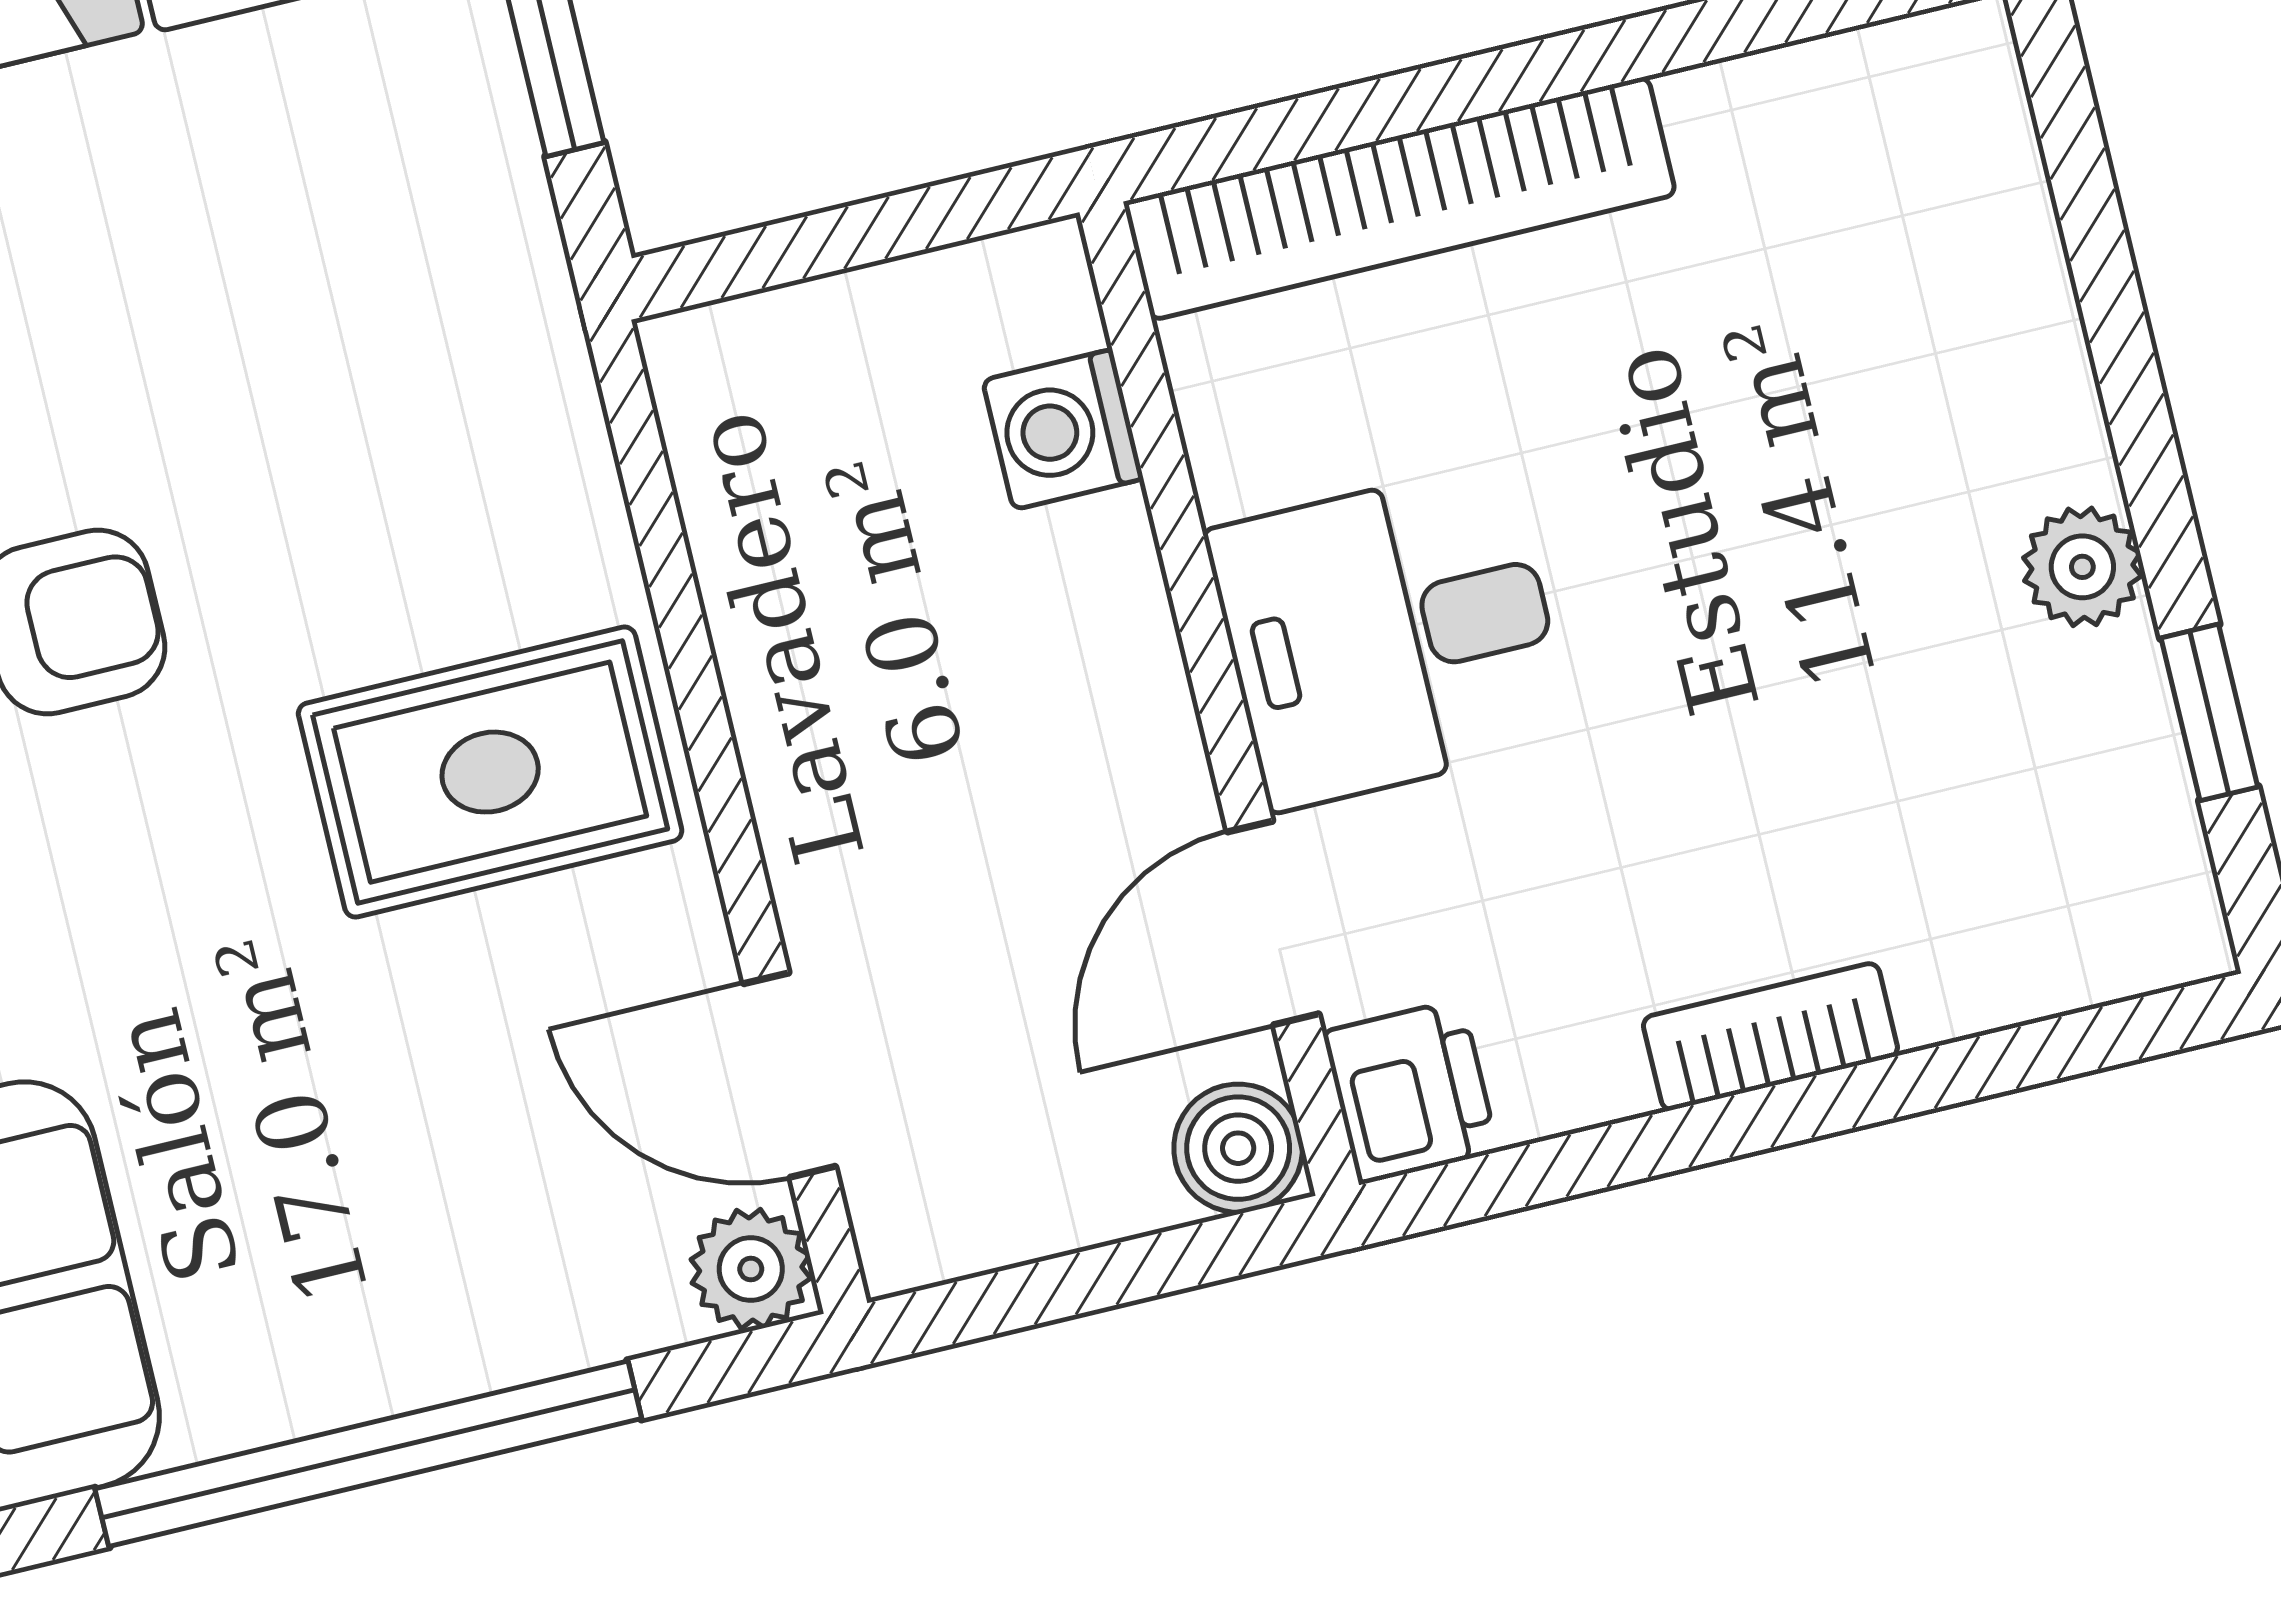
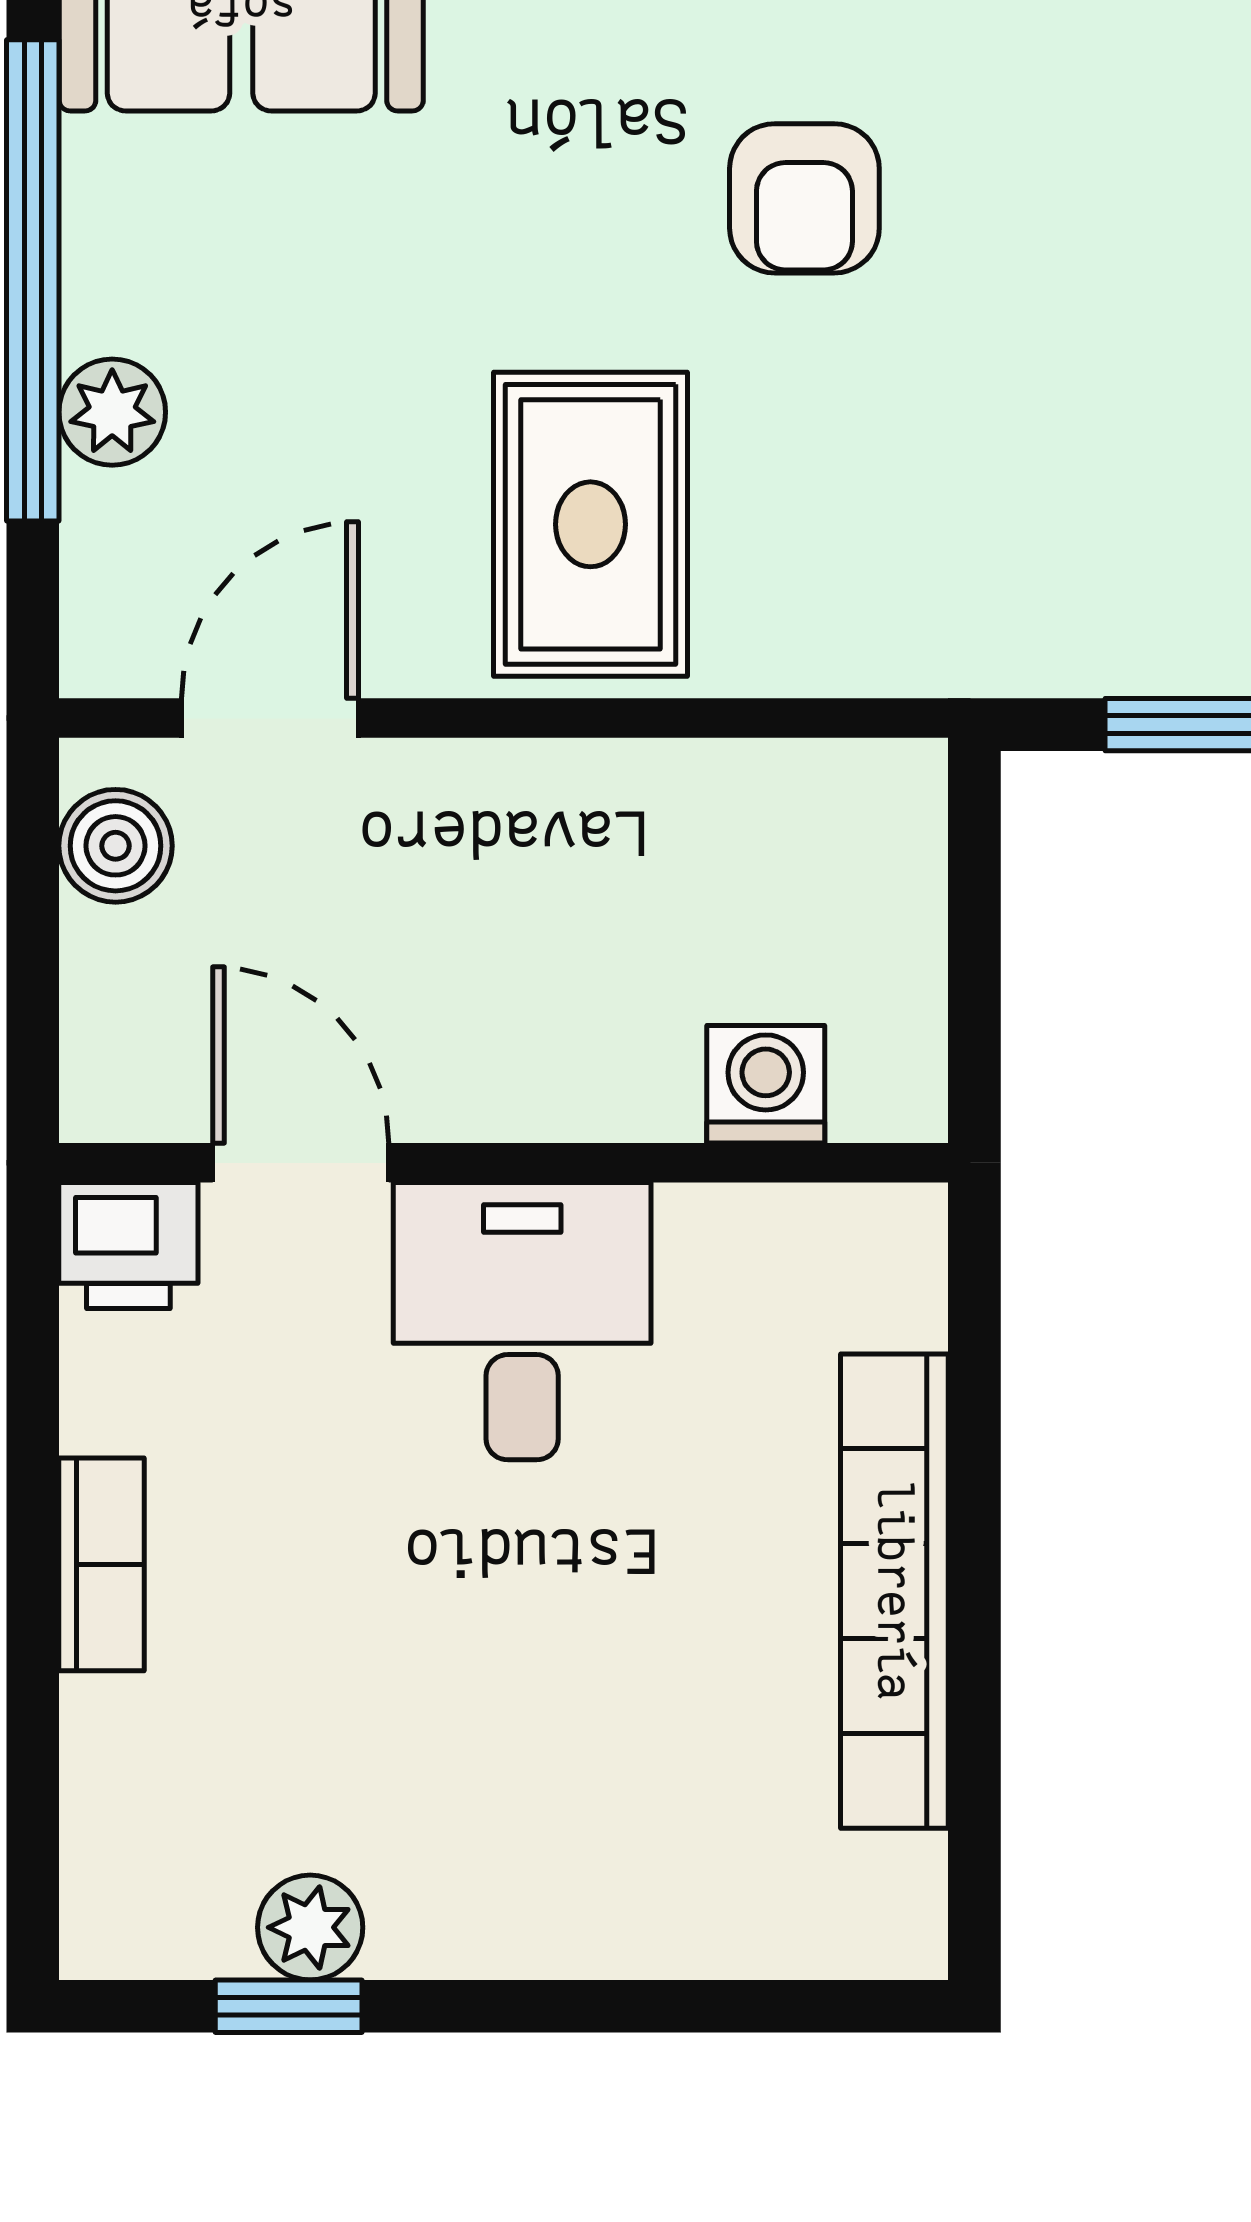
bookcase: (1400, 198) -> (894, 1591), moved
plant: (2082, 567) -> (310, 1927), moved
boiler: (1238, 1148) -> (116, 846), moved
plant: (751, 1269) -> (112, 412), moved

